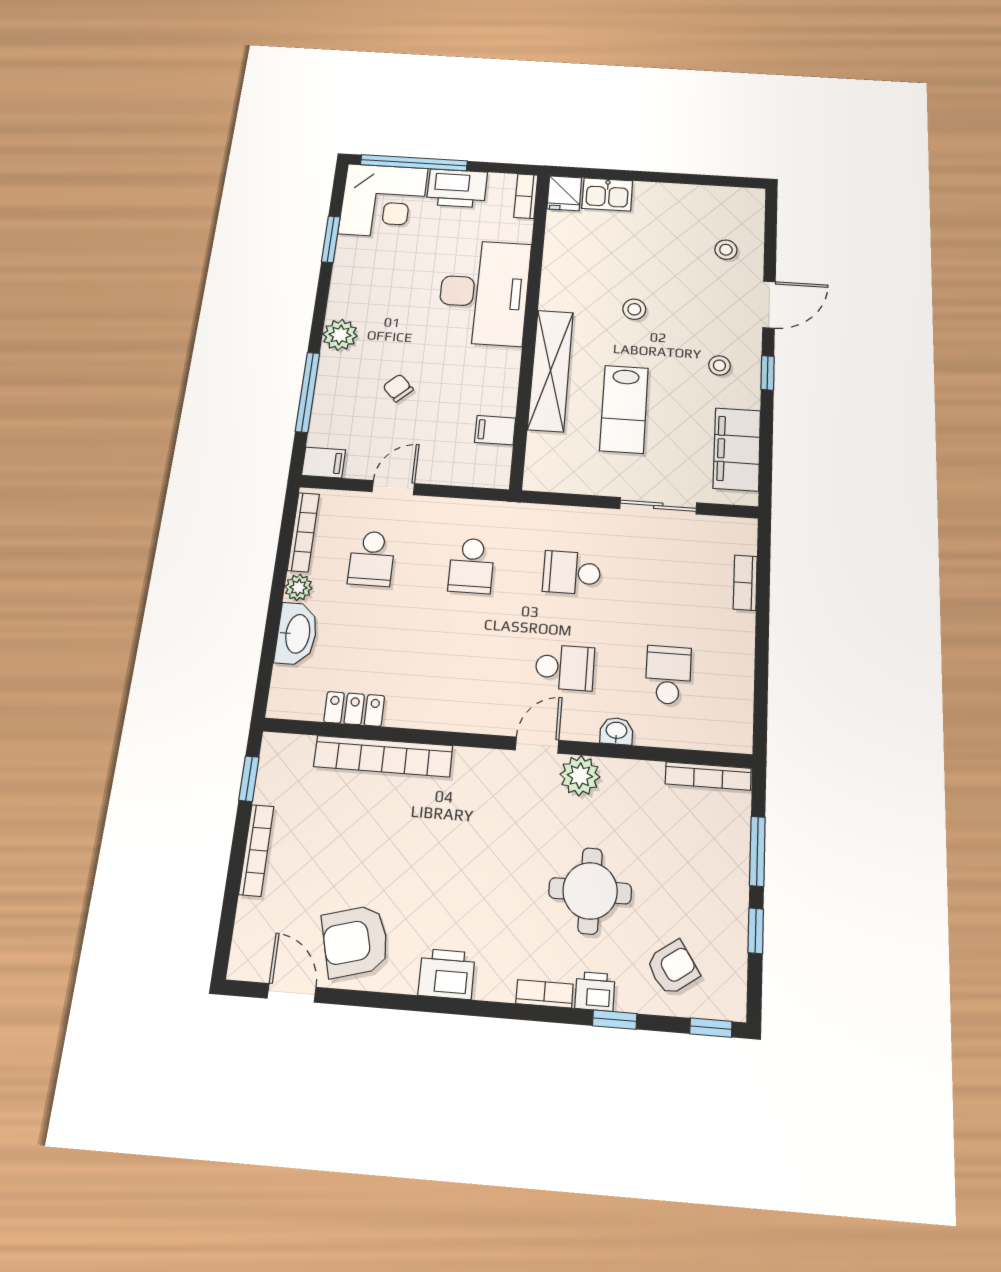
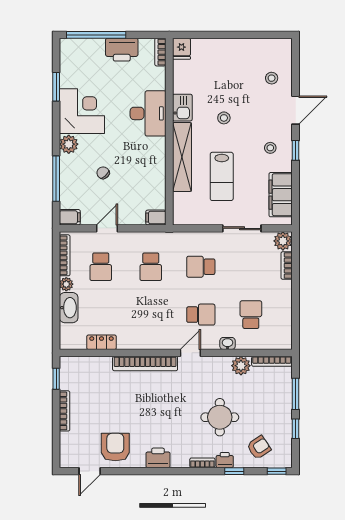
kitchen sink: (607, 194) -> (182, 108), moved, turned -90
corner desk: (383, 201) -> (82, 111), moved, turned -90
desk: (484, 292) -> (148, 113), width x0.73, depth x0.77
filing cabinet: (495, 430) -> (156, 218), moved
plant: (739, 535) -> (283, 241), added
bookcase: (383, 756) -> (145, 364), moved
plant: (580, 776) -> (241, 366), moved
armchair: (355, 941) -> (115, 447), turned 105
door: (292, 993) -> (90, 471), swing flipped

